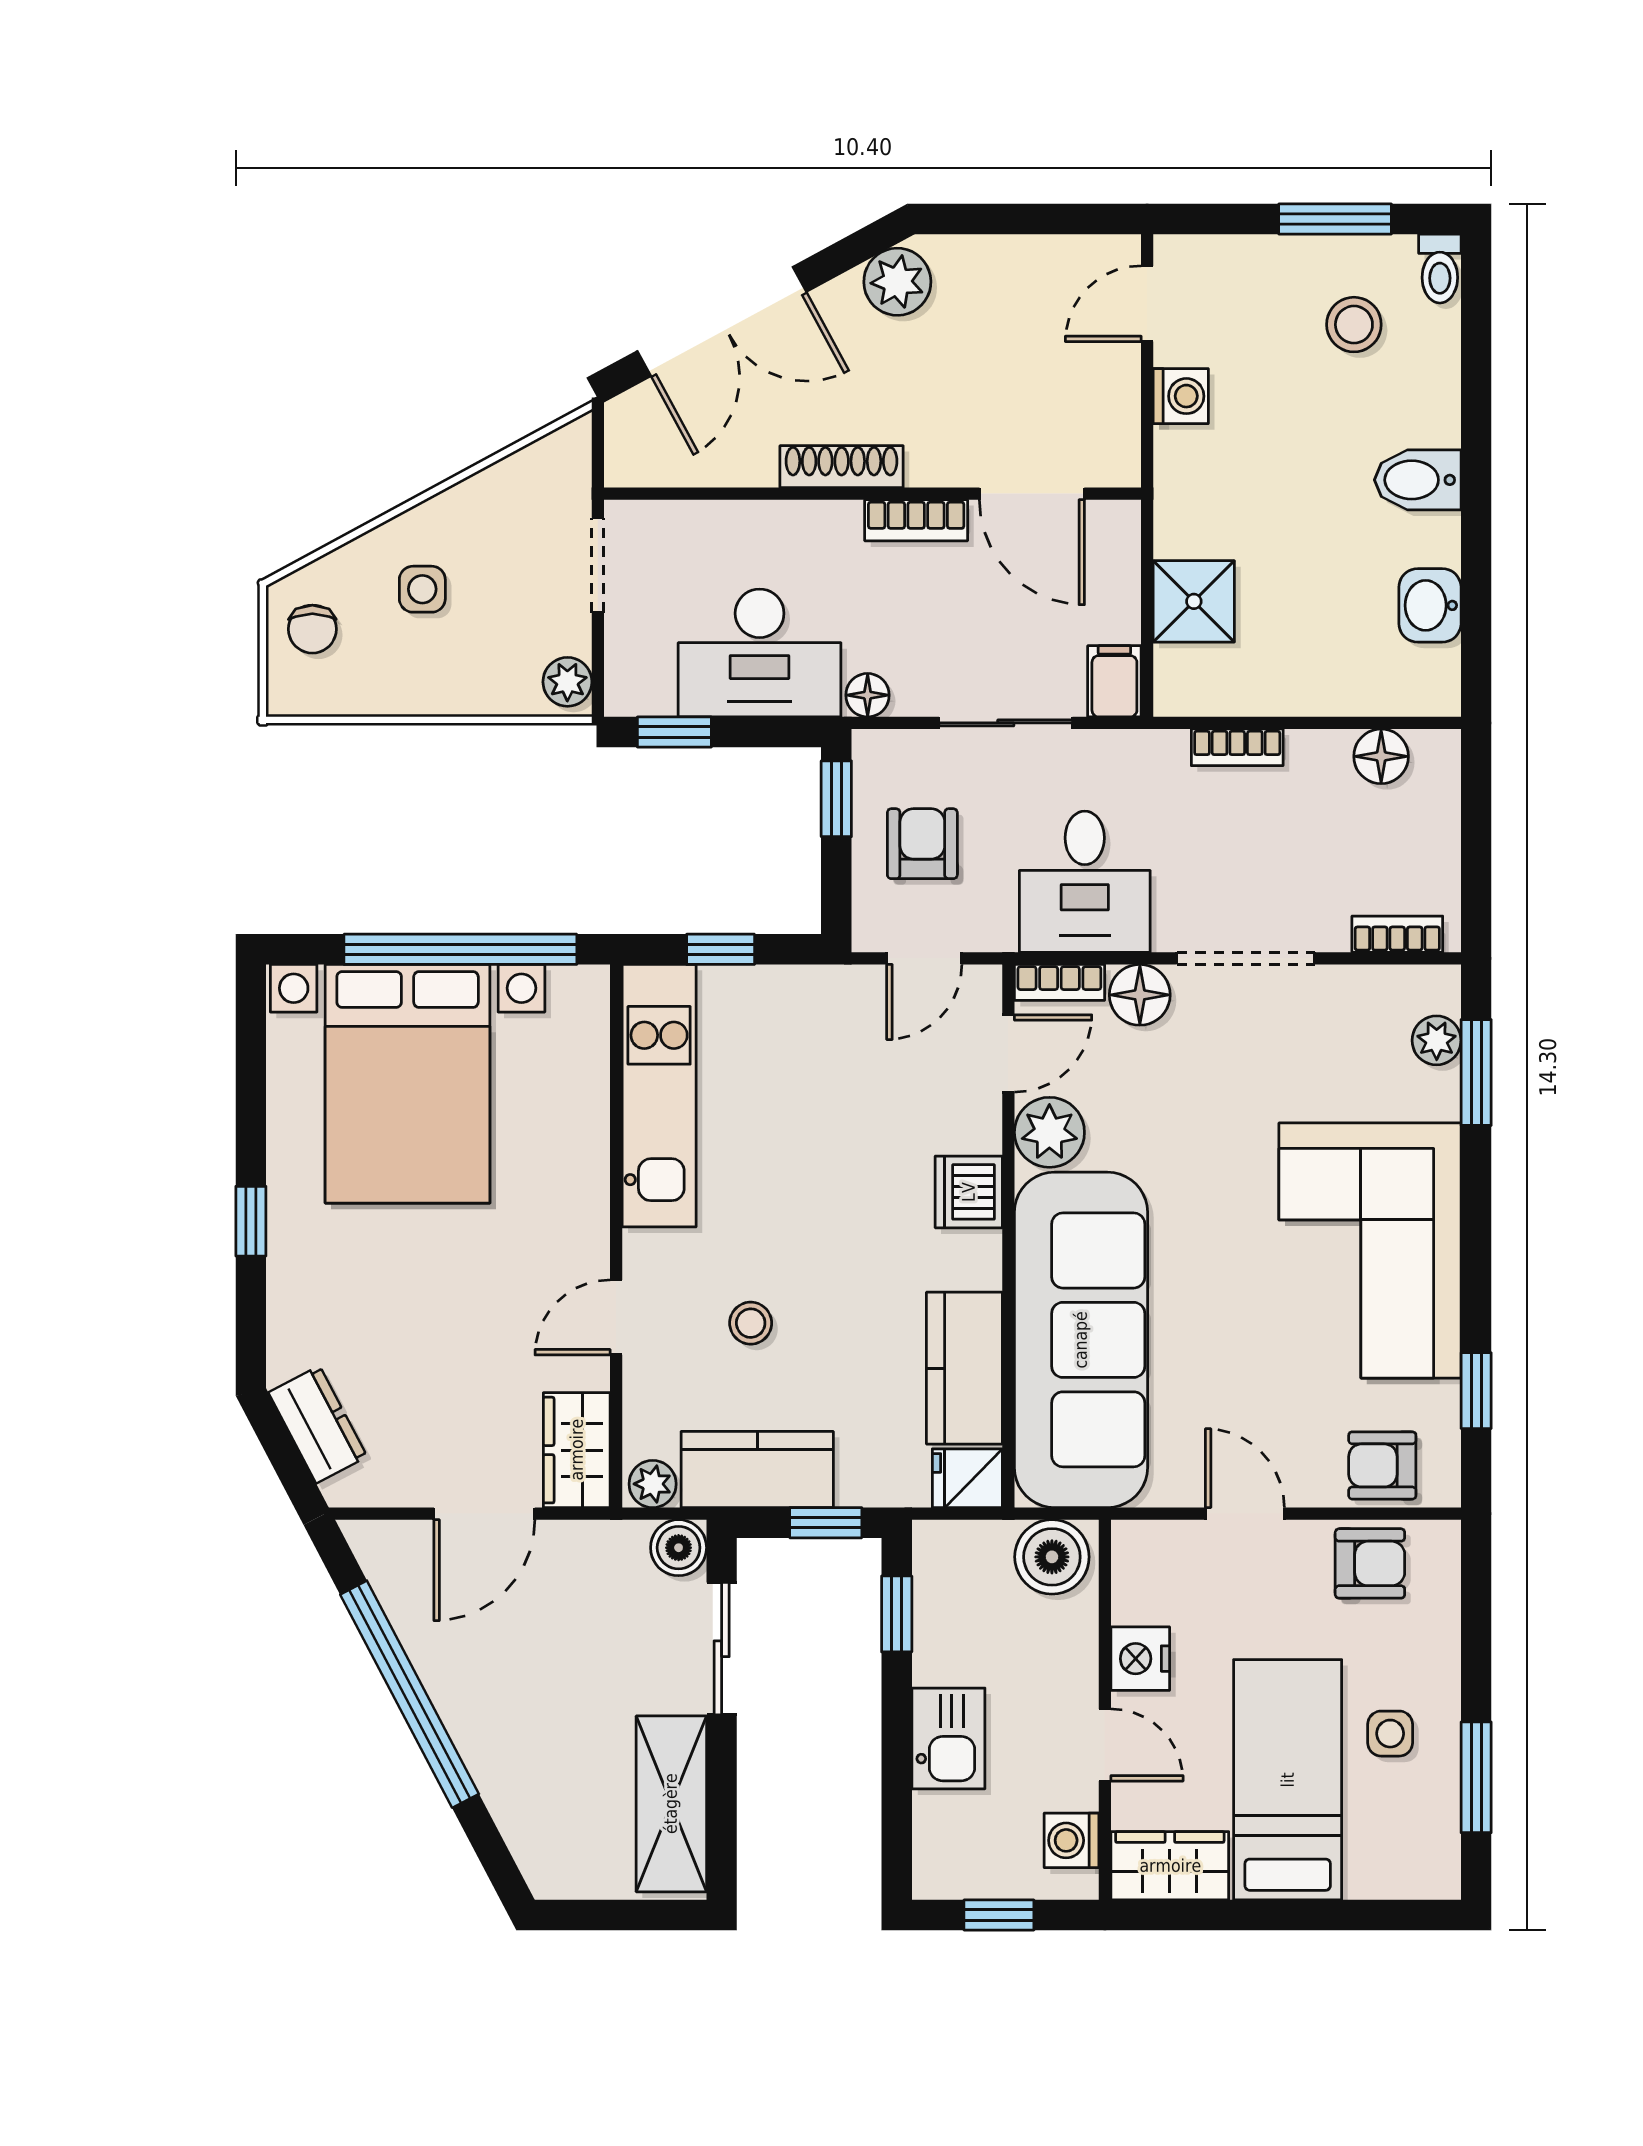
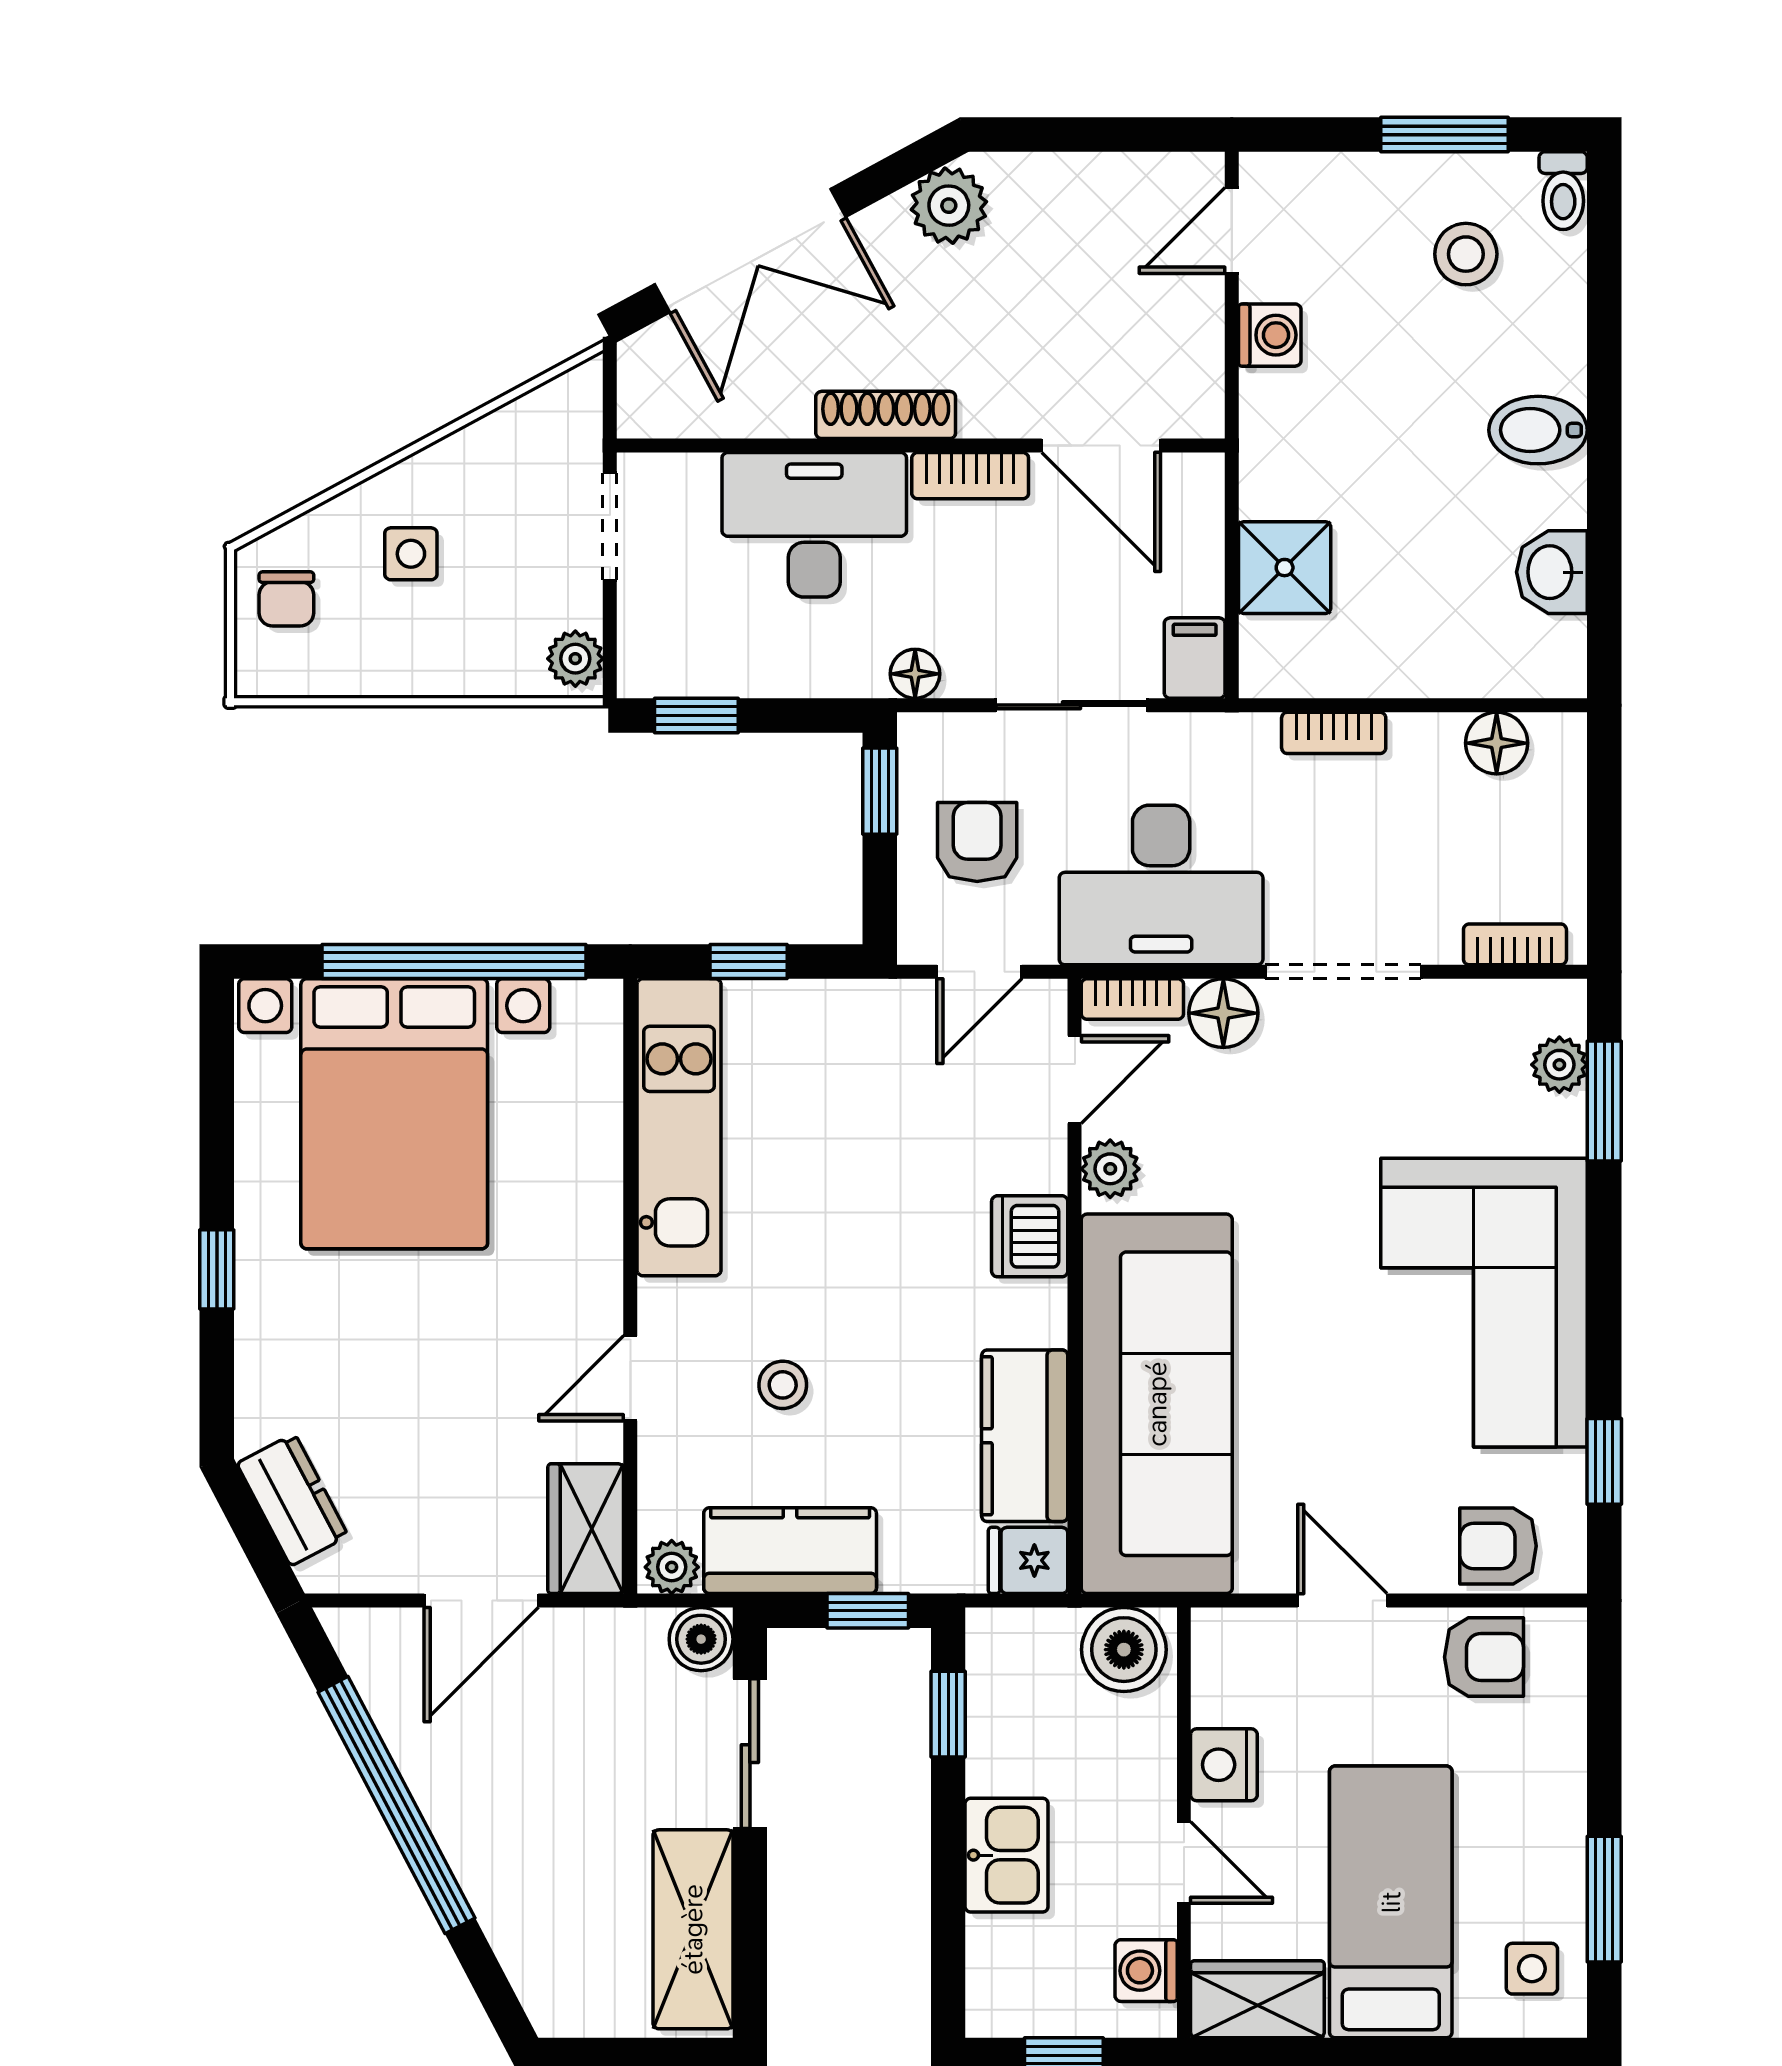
desk: (760, 653) -> (814, 525), moved, turned 180
desk: (1085, 882) -> (1161, 885), width x1.37
plant: (1049, 1132) -> (1110, 1169), width x0.73, depth x0.73
side table: (1390, 1734) -> (1532, 1969), moved

